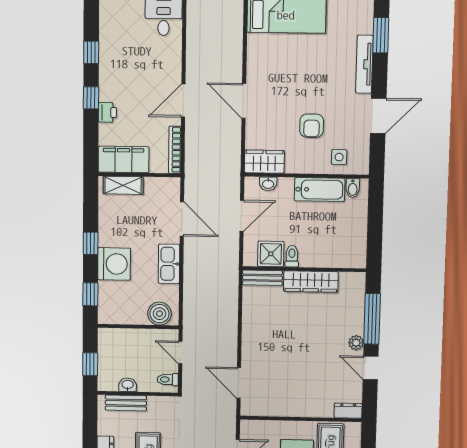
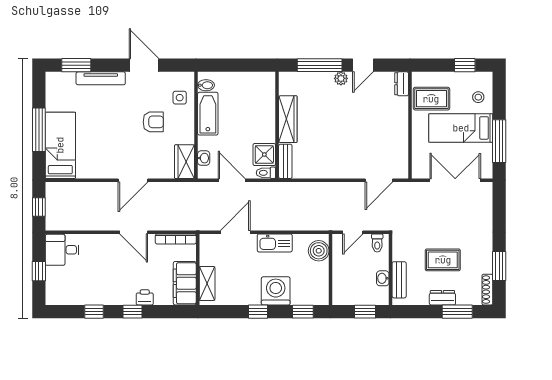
toilet: (292, 256) -> (266, 173), moved

